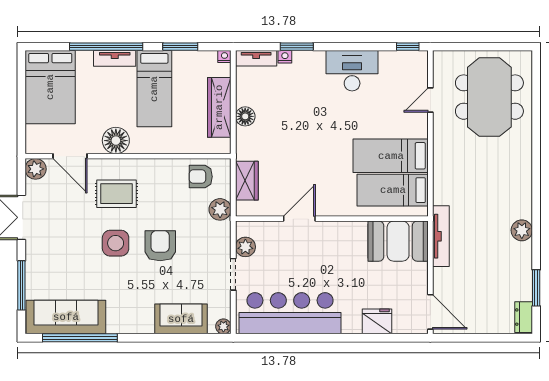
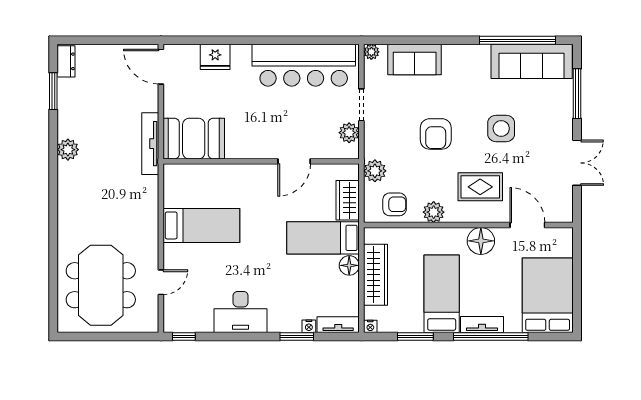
plant: (36, 169) -> (434, 212), moved
bed: (393, 190) -> (323, 238), moved, turned 180
side table: (116, 243) -> (501, 128), moved

